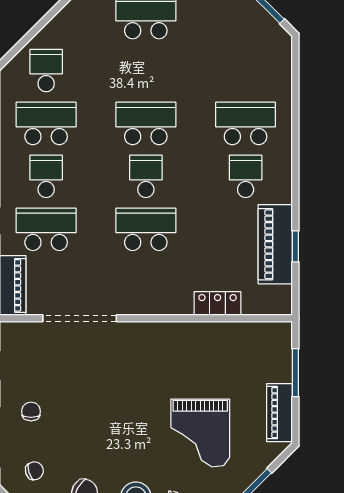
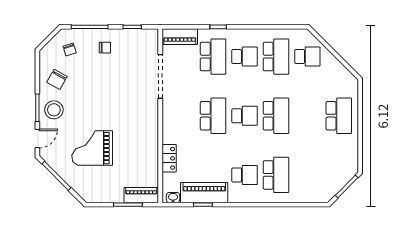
washbasin: (284, 297) -> (173, 198), added
piano: (280, 413) -> (141, 195), moved

